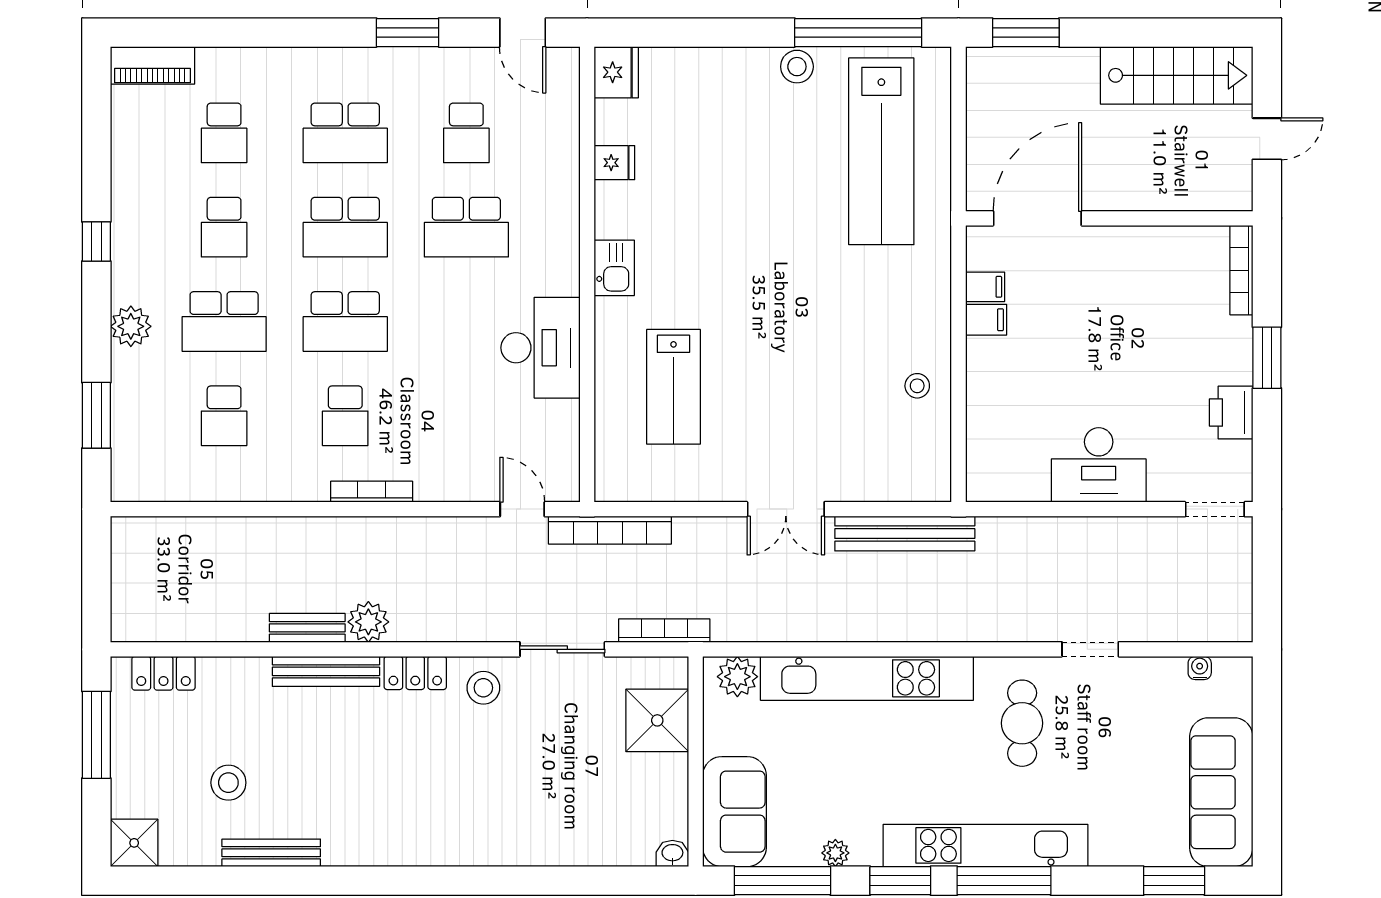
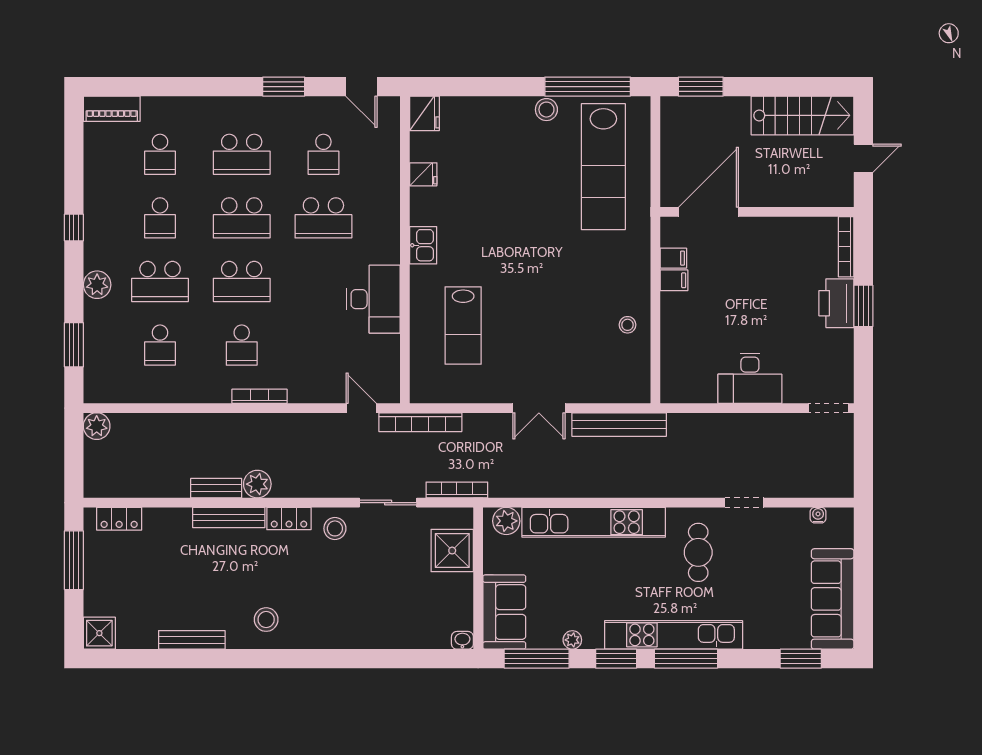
printer: (1231, 412) -> (836, 303), moved, width x1.37, depth x1.19
plant: (130, 536) -> (97, 426), added
stool: (228, 783) -> (266, 620), moved

